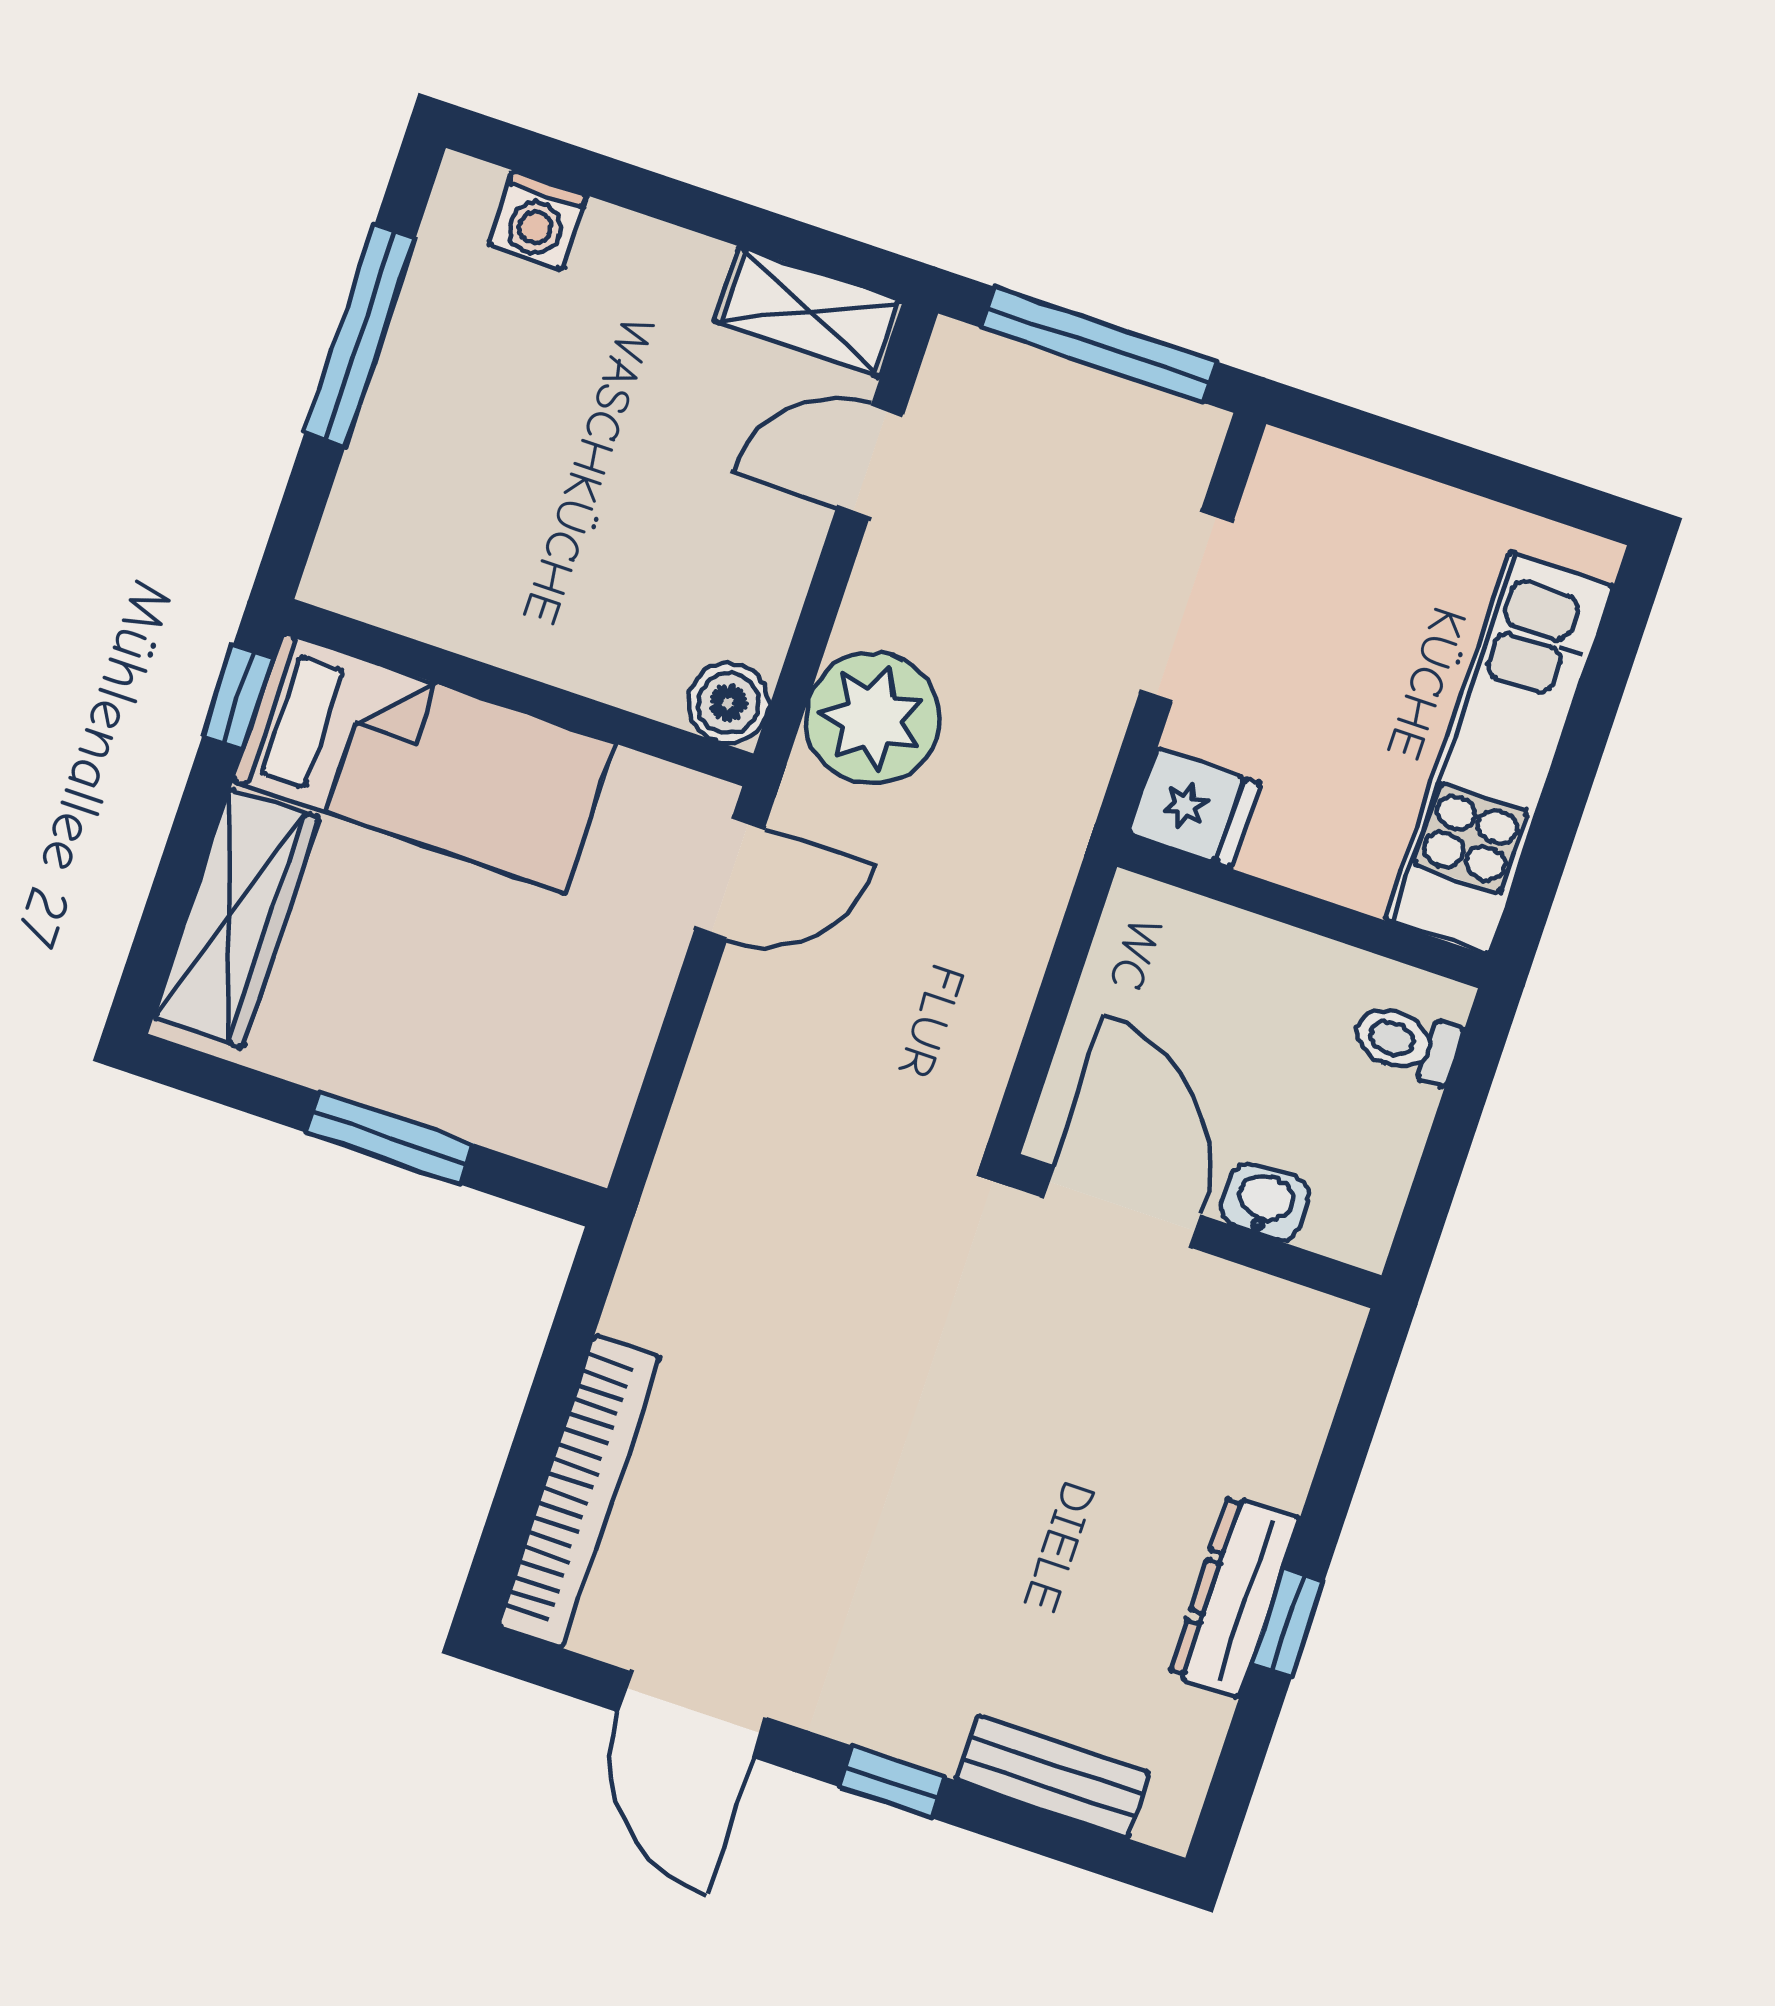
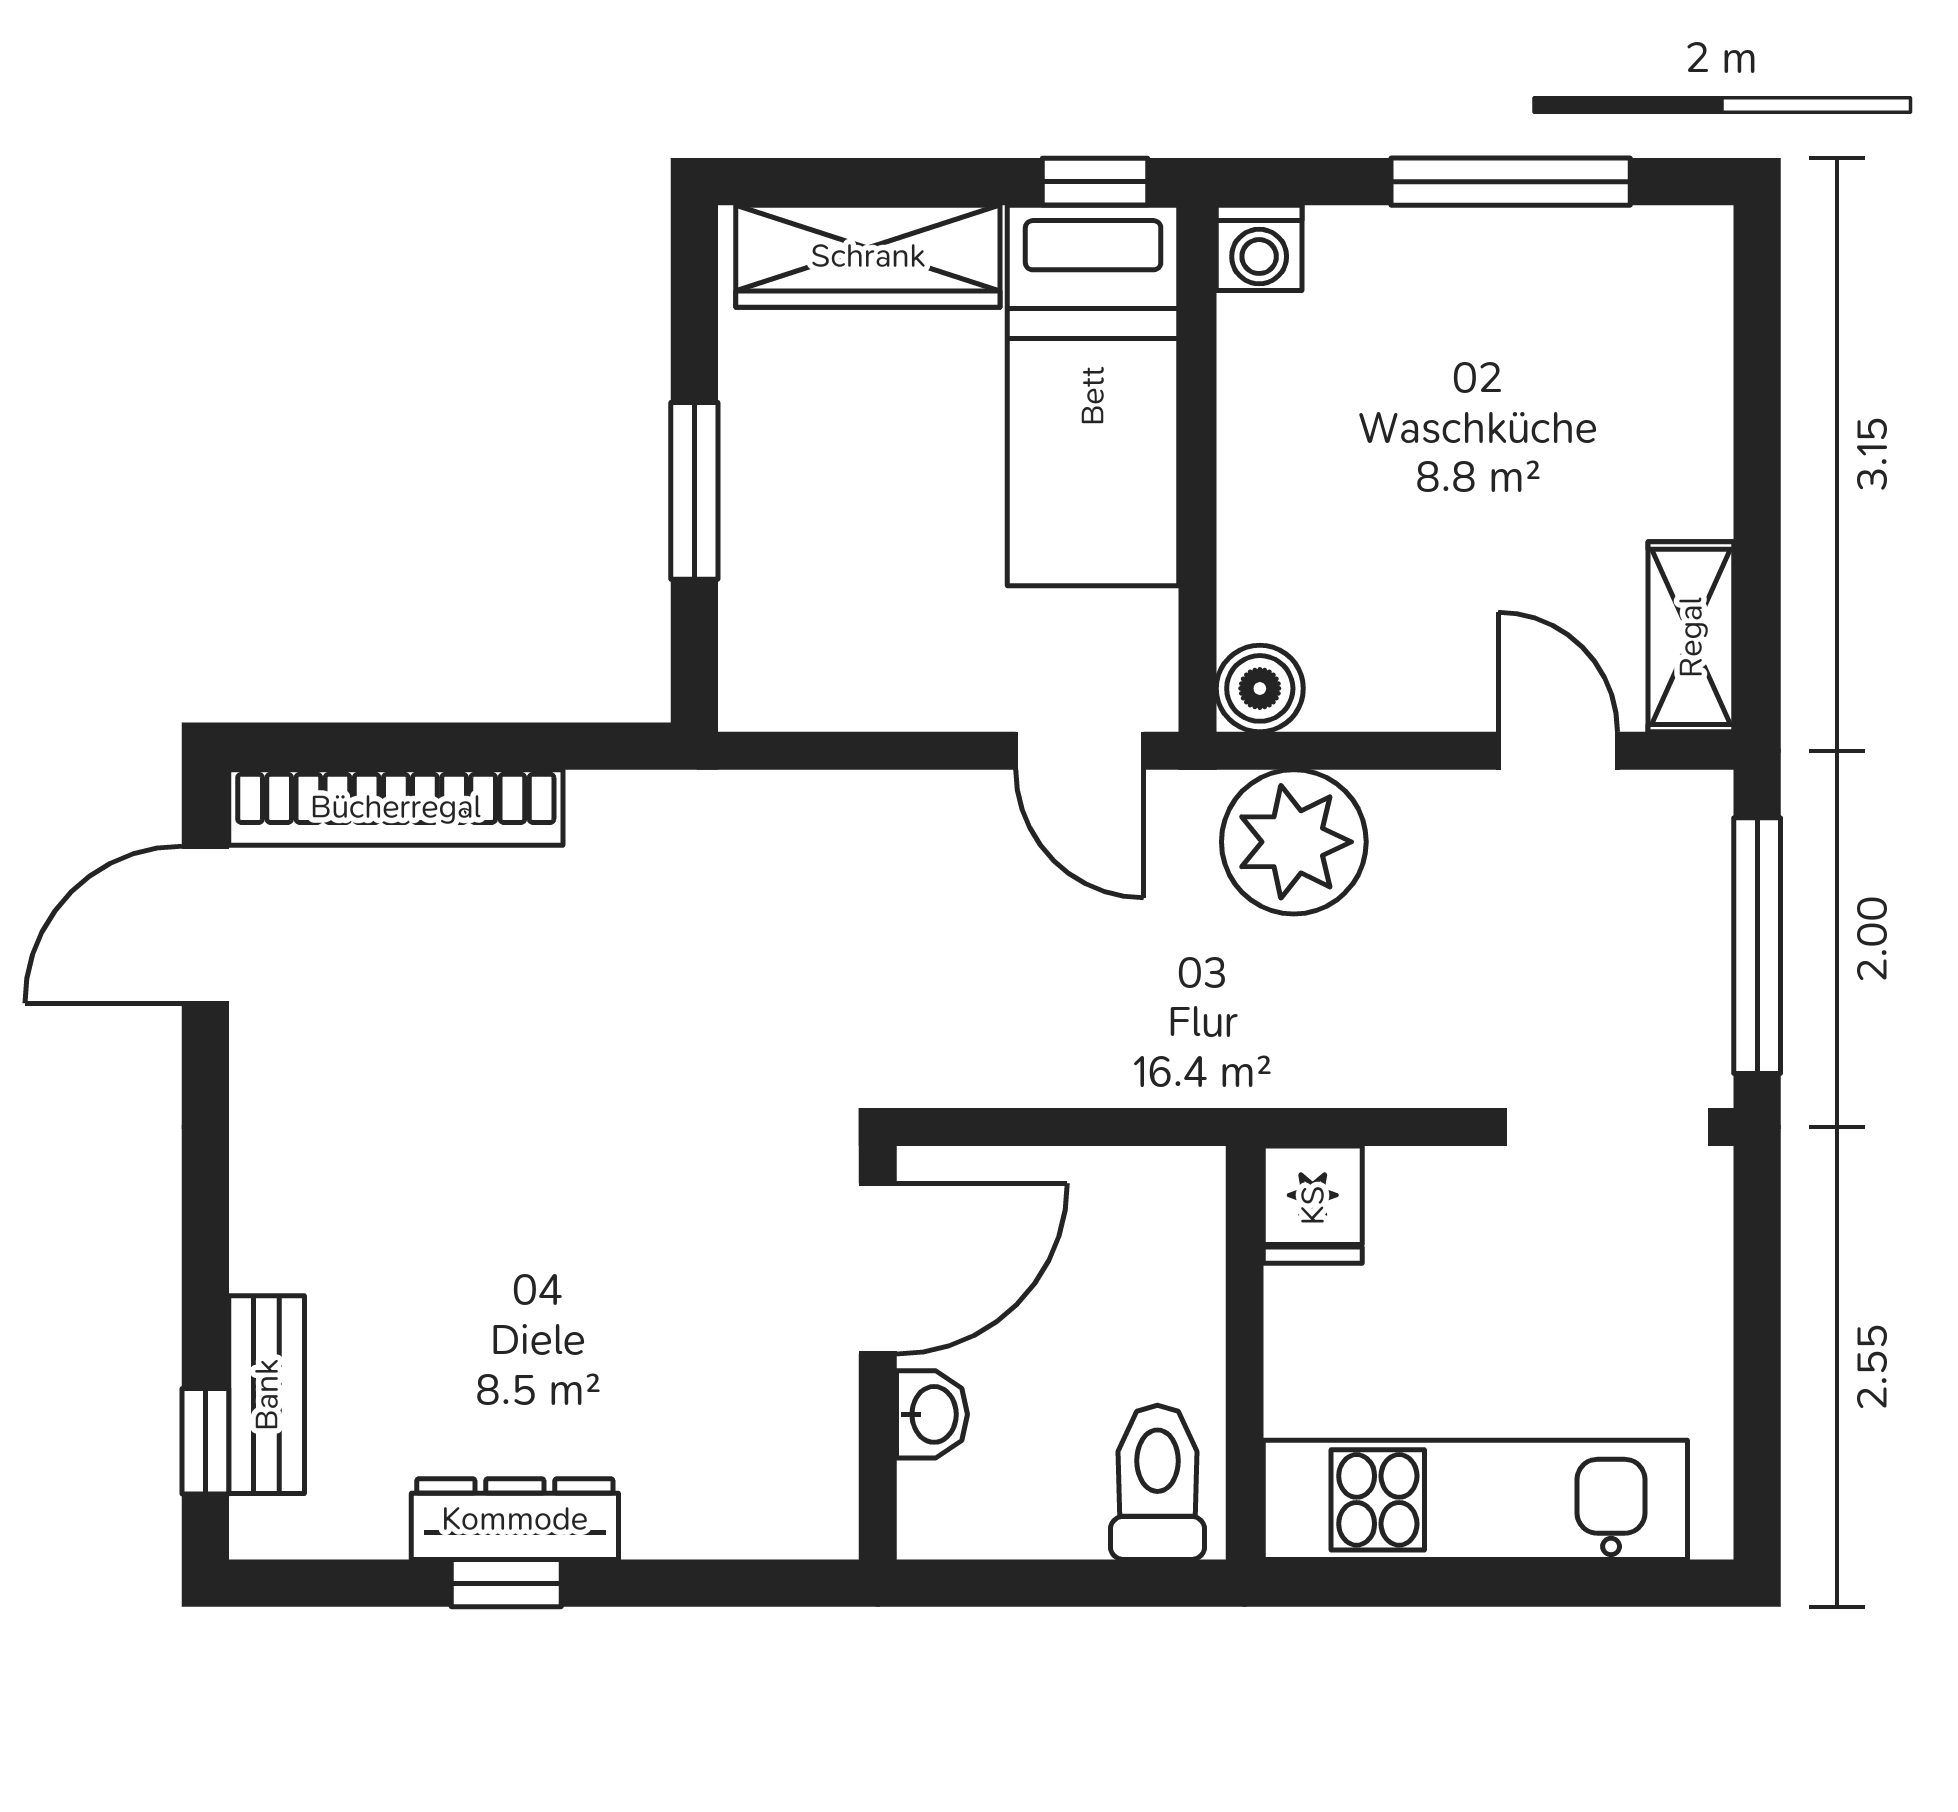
washing machine: (538, 220) -> (1259, 248), moved, turned -90
doorway: (1186, 607) -> (1608, 1127), moved
toilet: (1406, 1043) -> (1157, 1482), width x1.37, depth x1.39
door: (692, 1714) -> (205, 925), moved
window: (892, 1782) -> (205, 1441), moved

